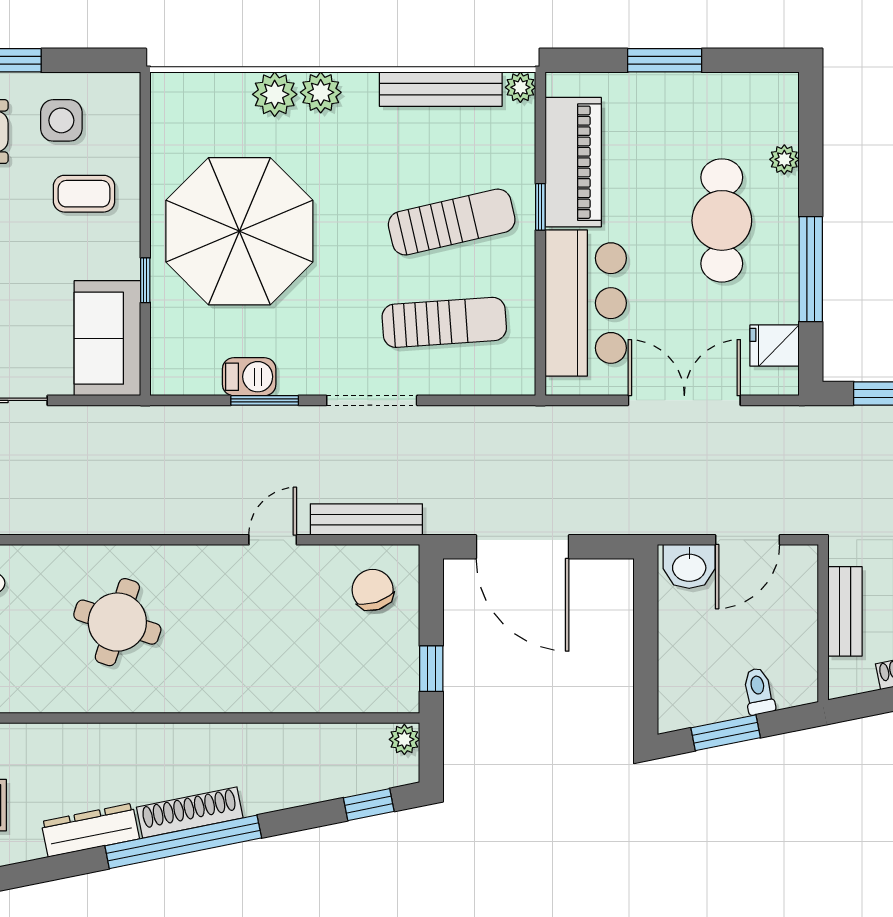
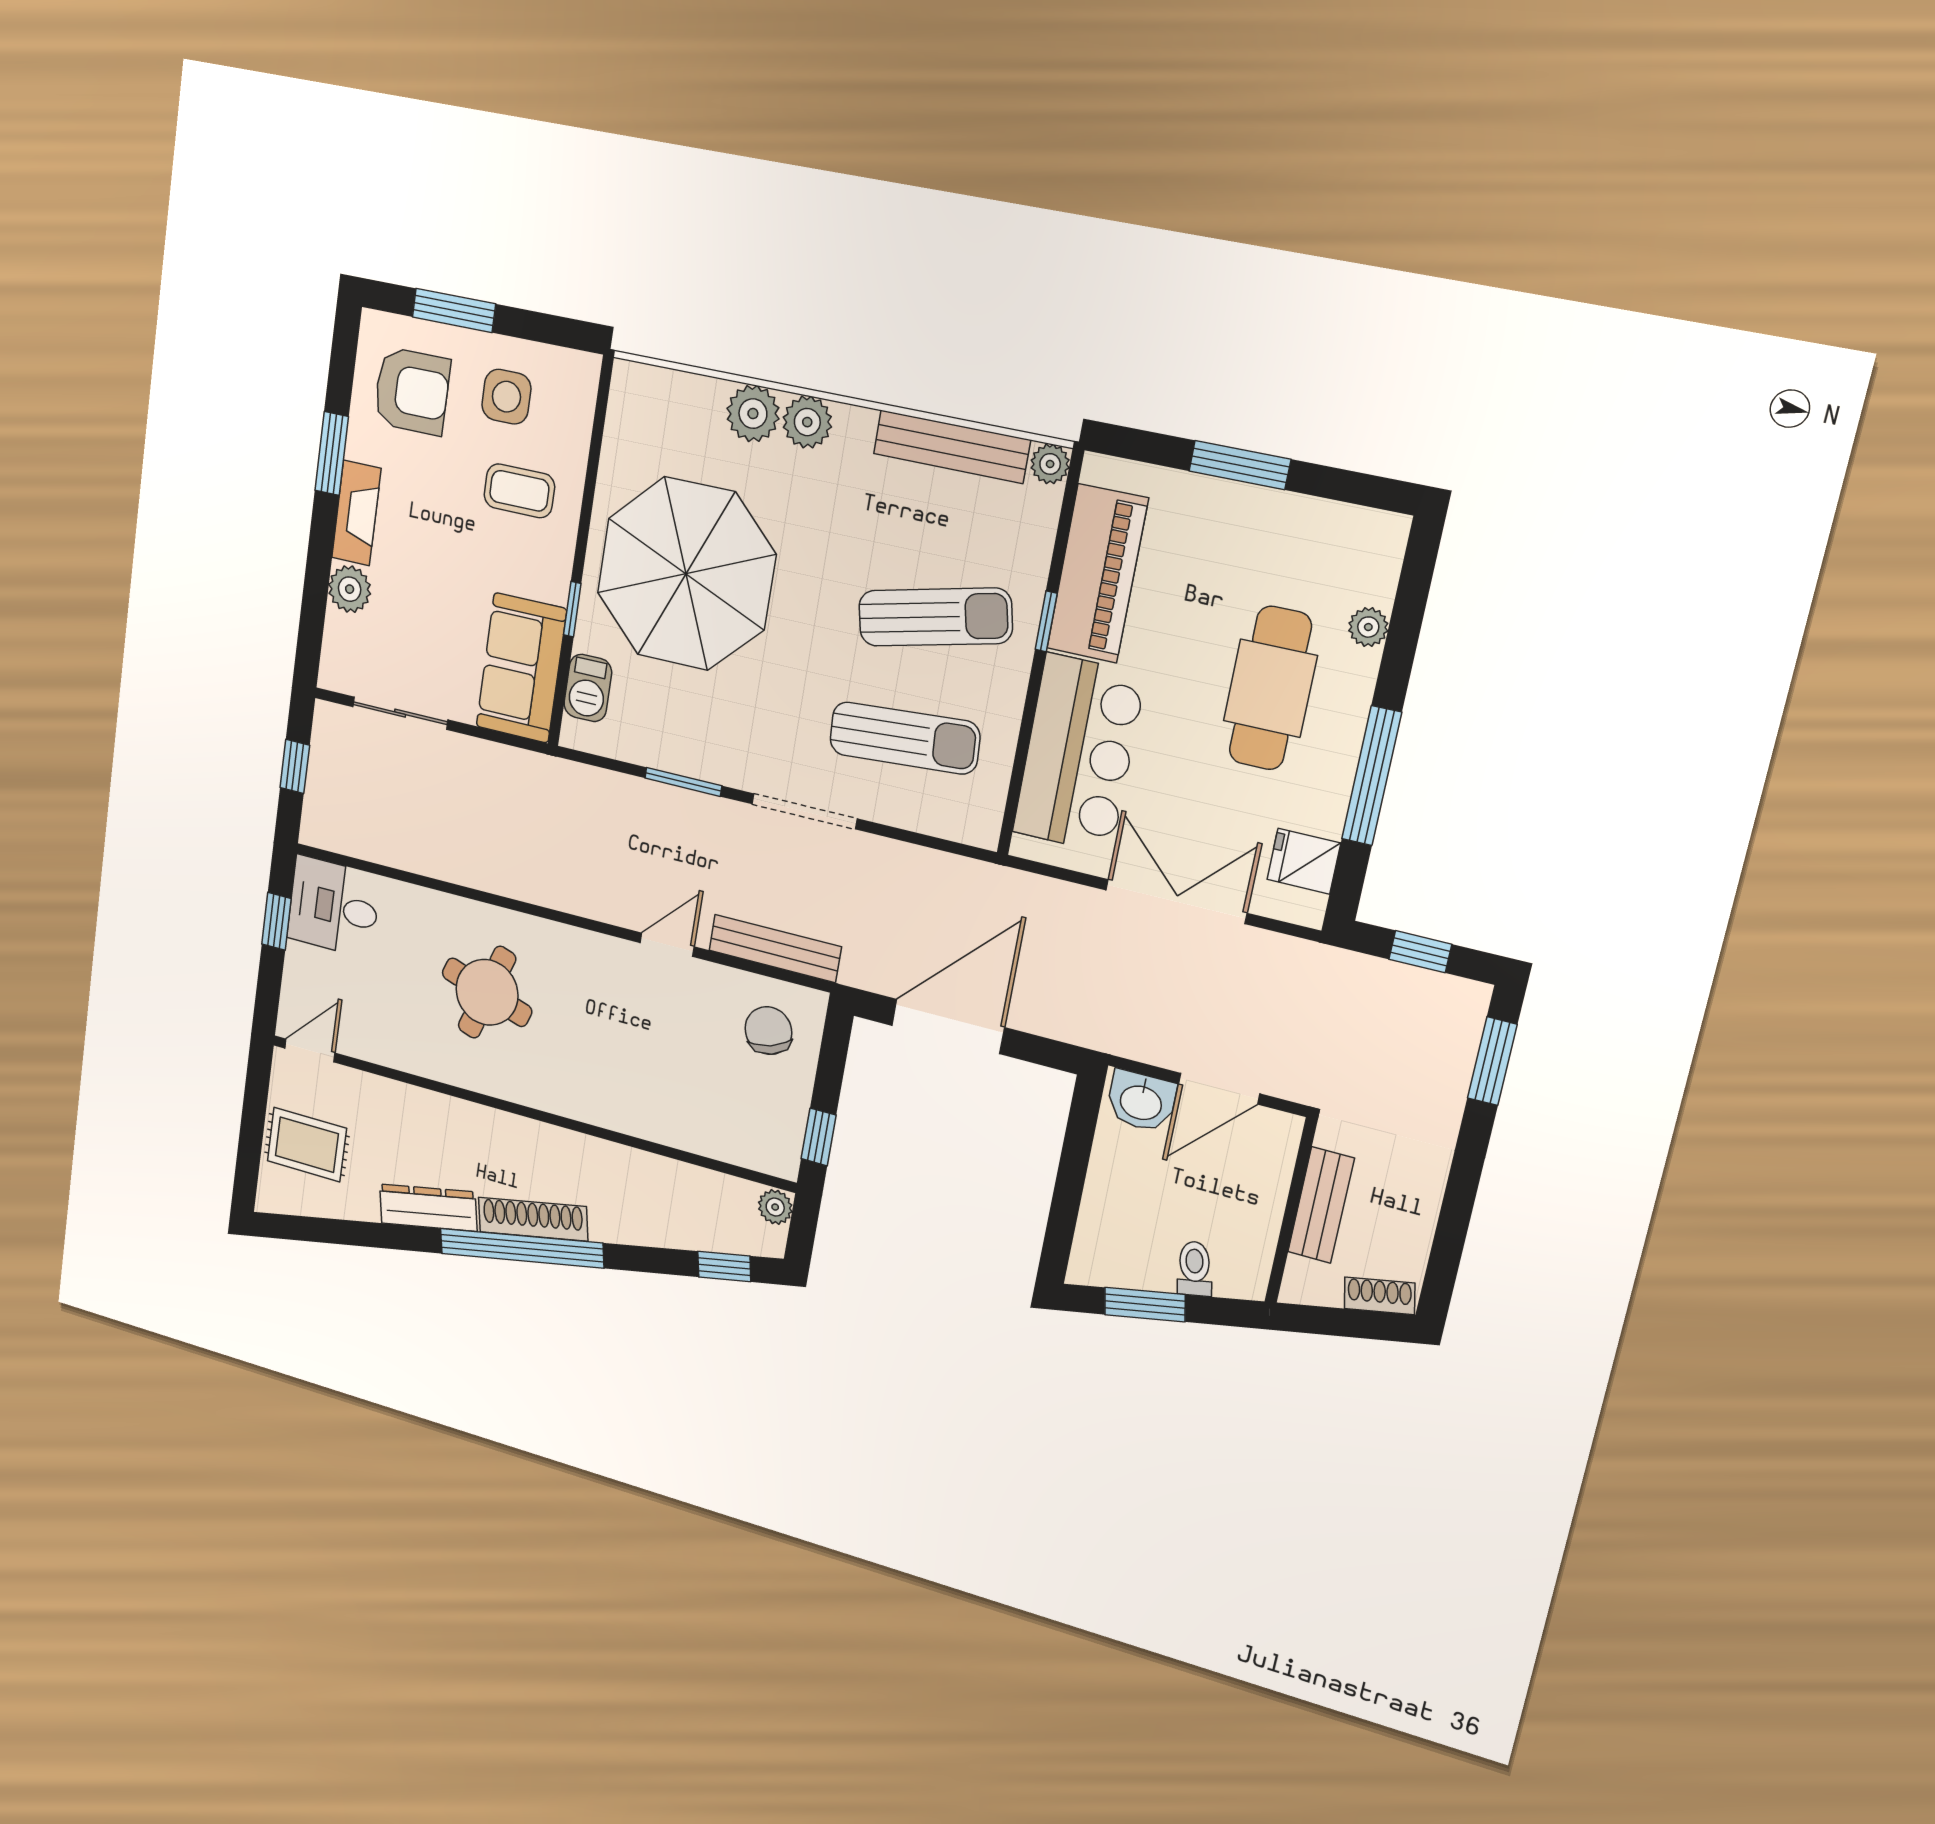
barbecue: (249, 377) -> (588, 688), moved, turned 90
door: (523, 547) -> (948, 1026), swing flipped

